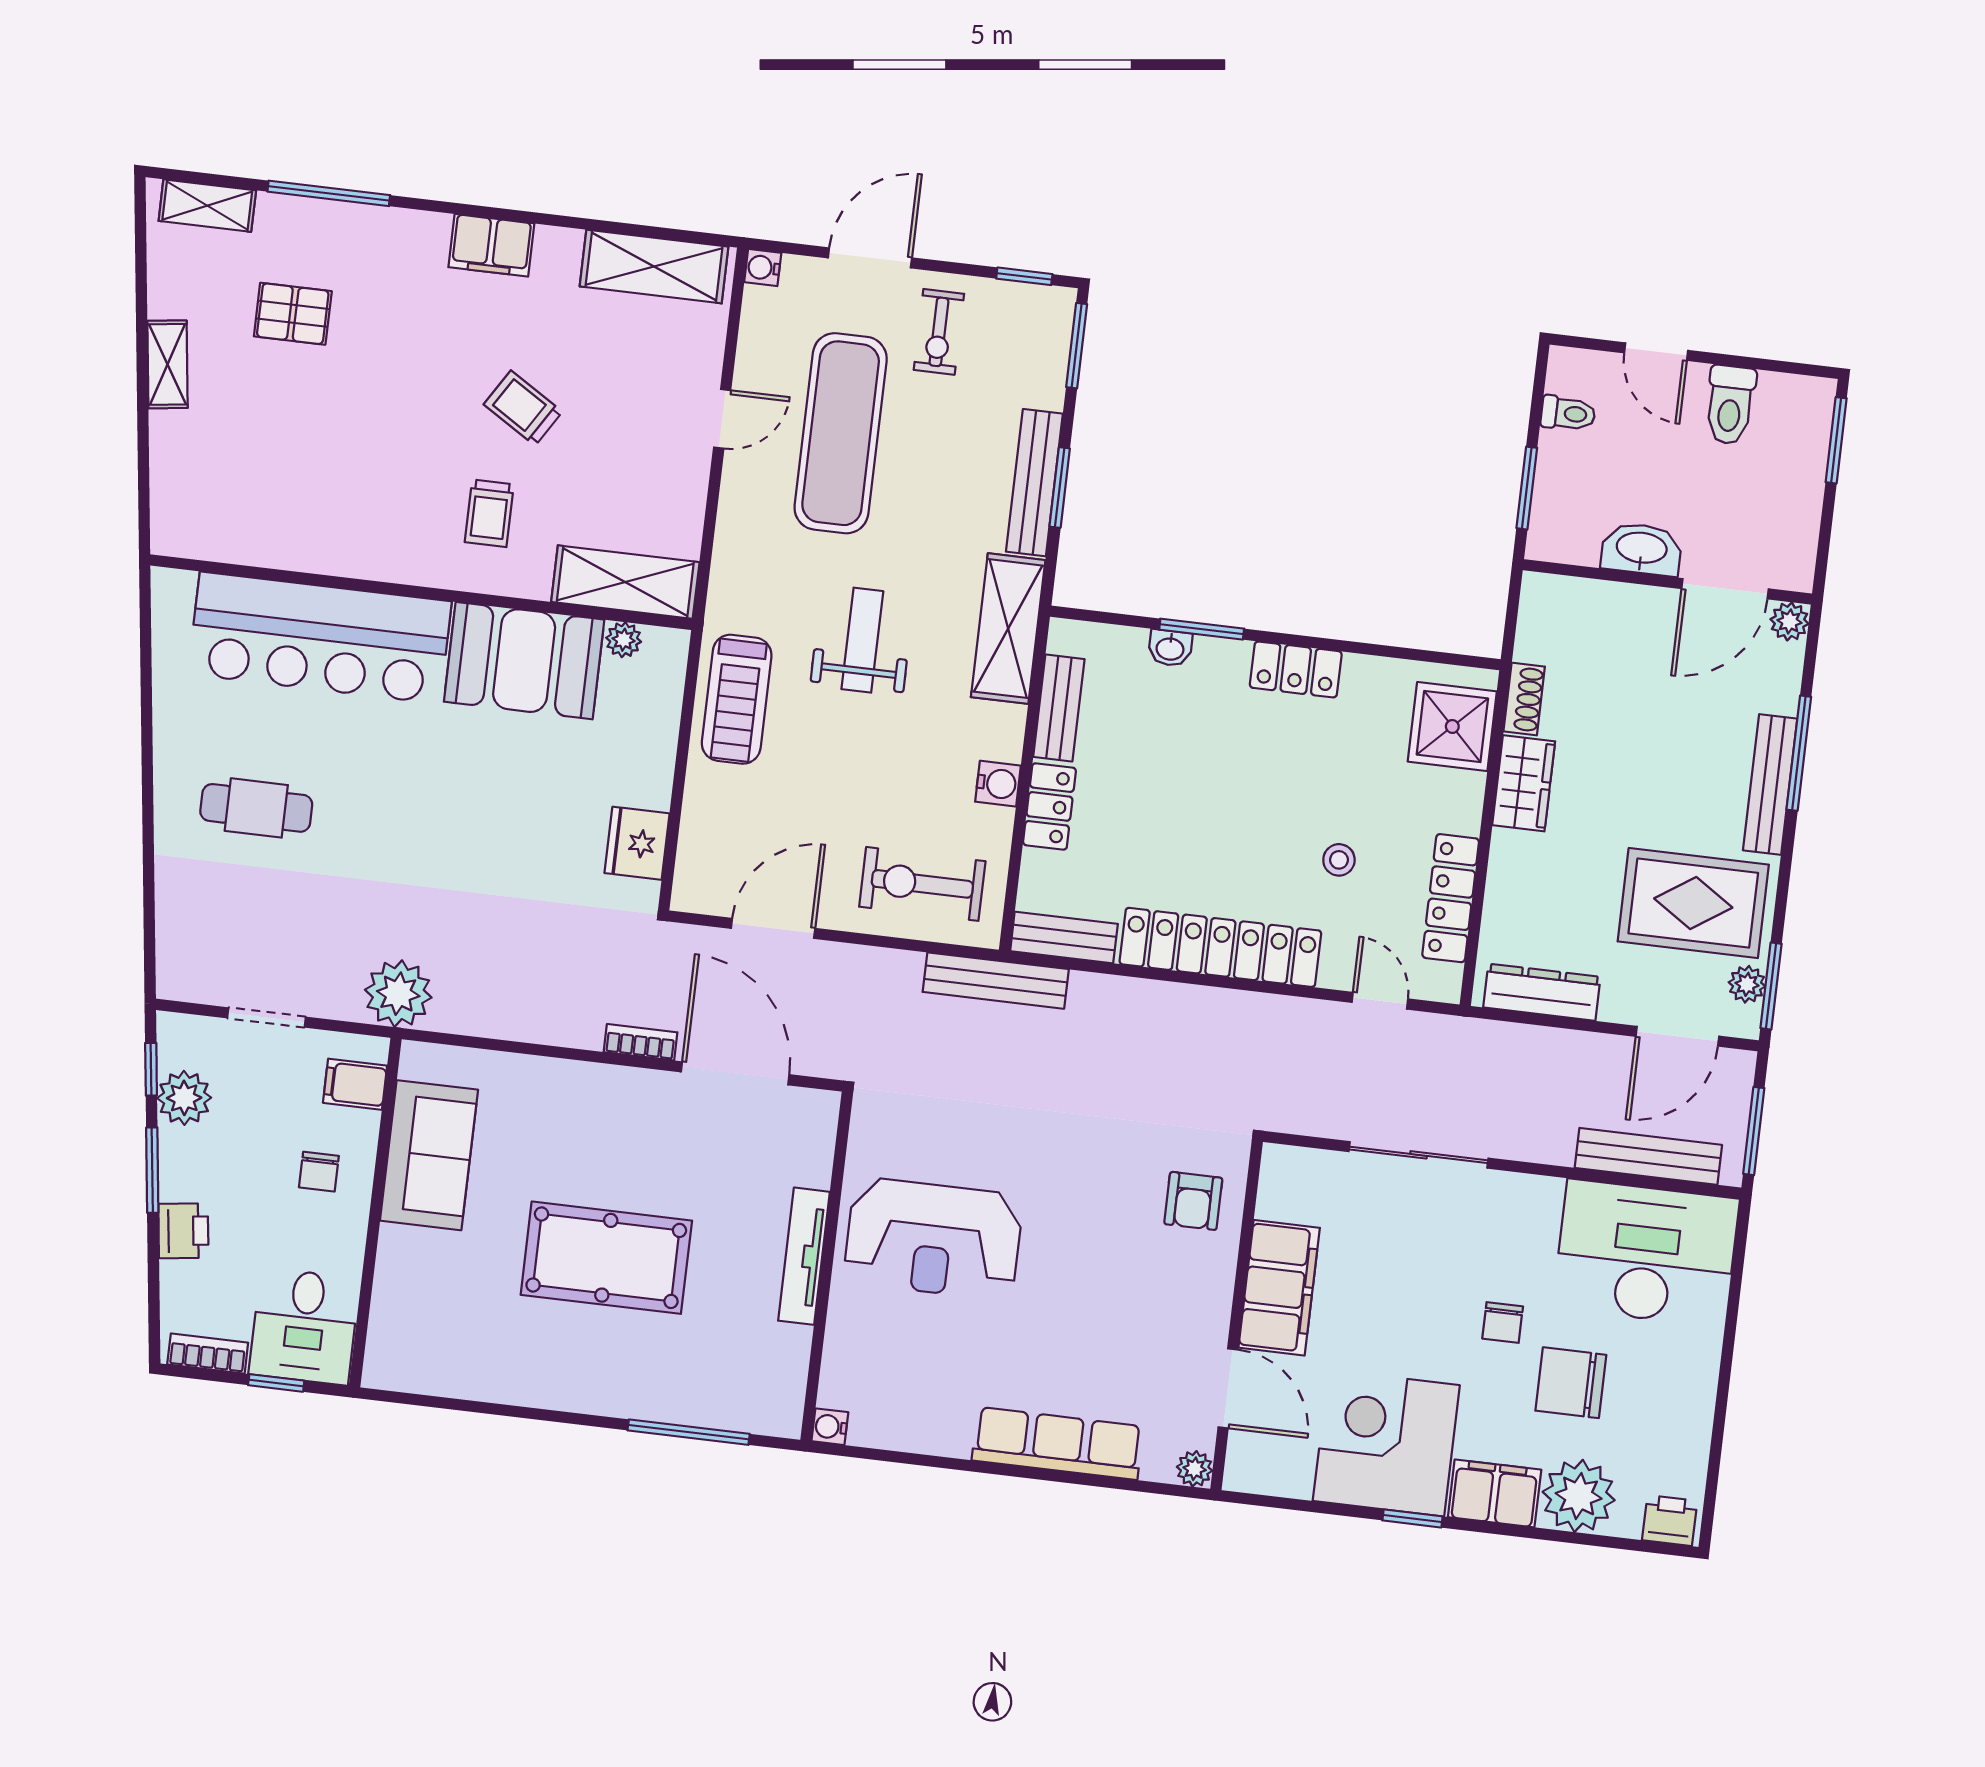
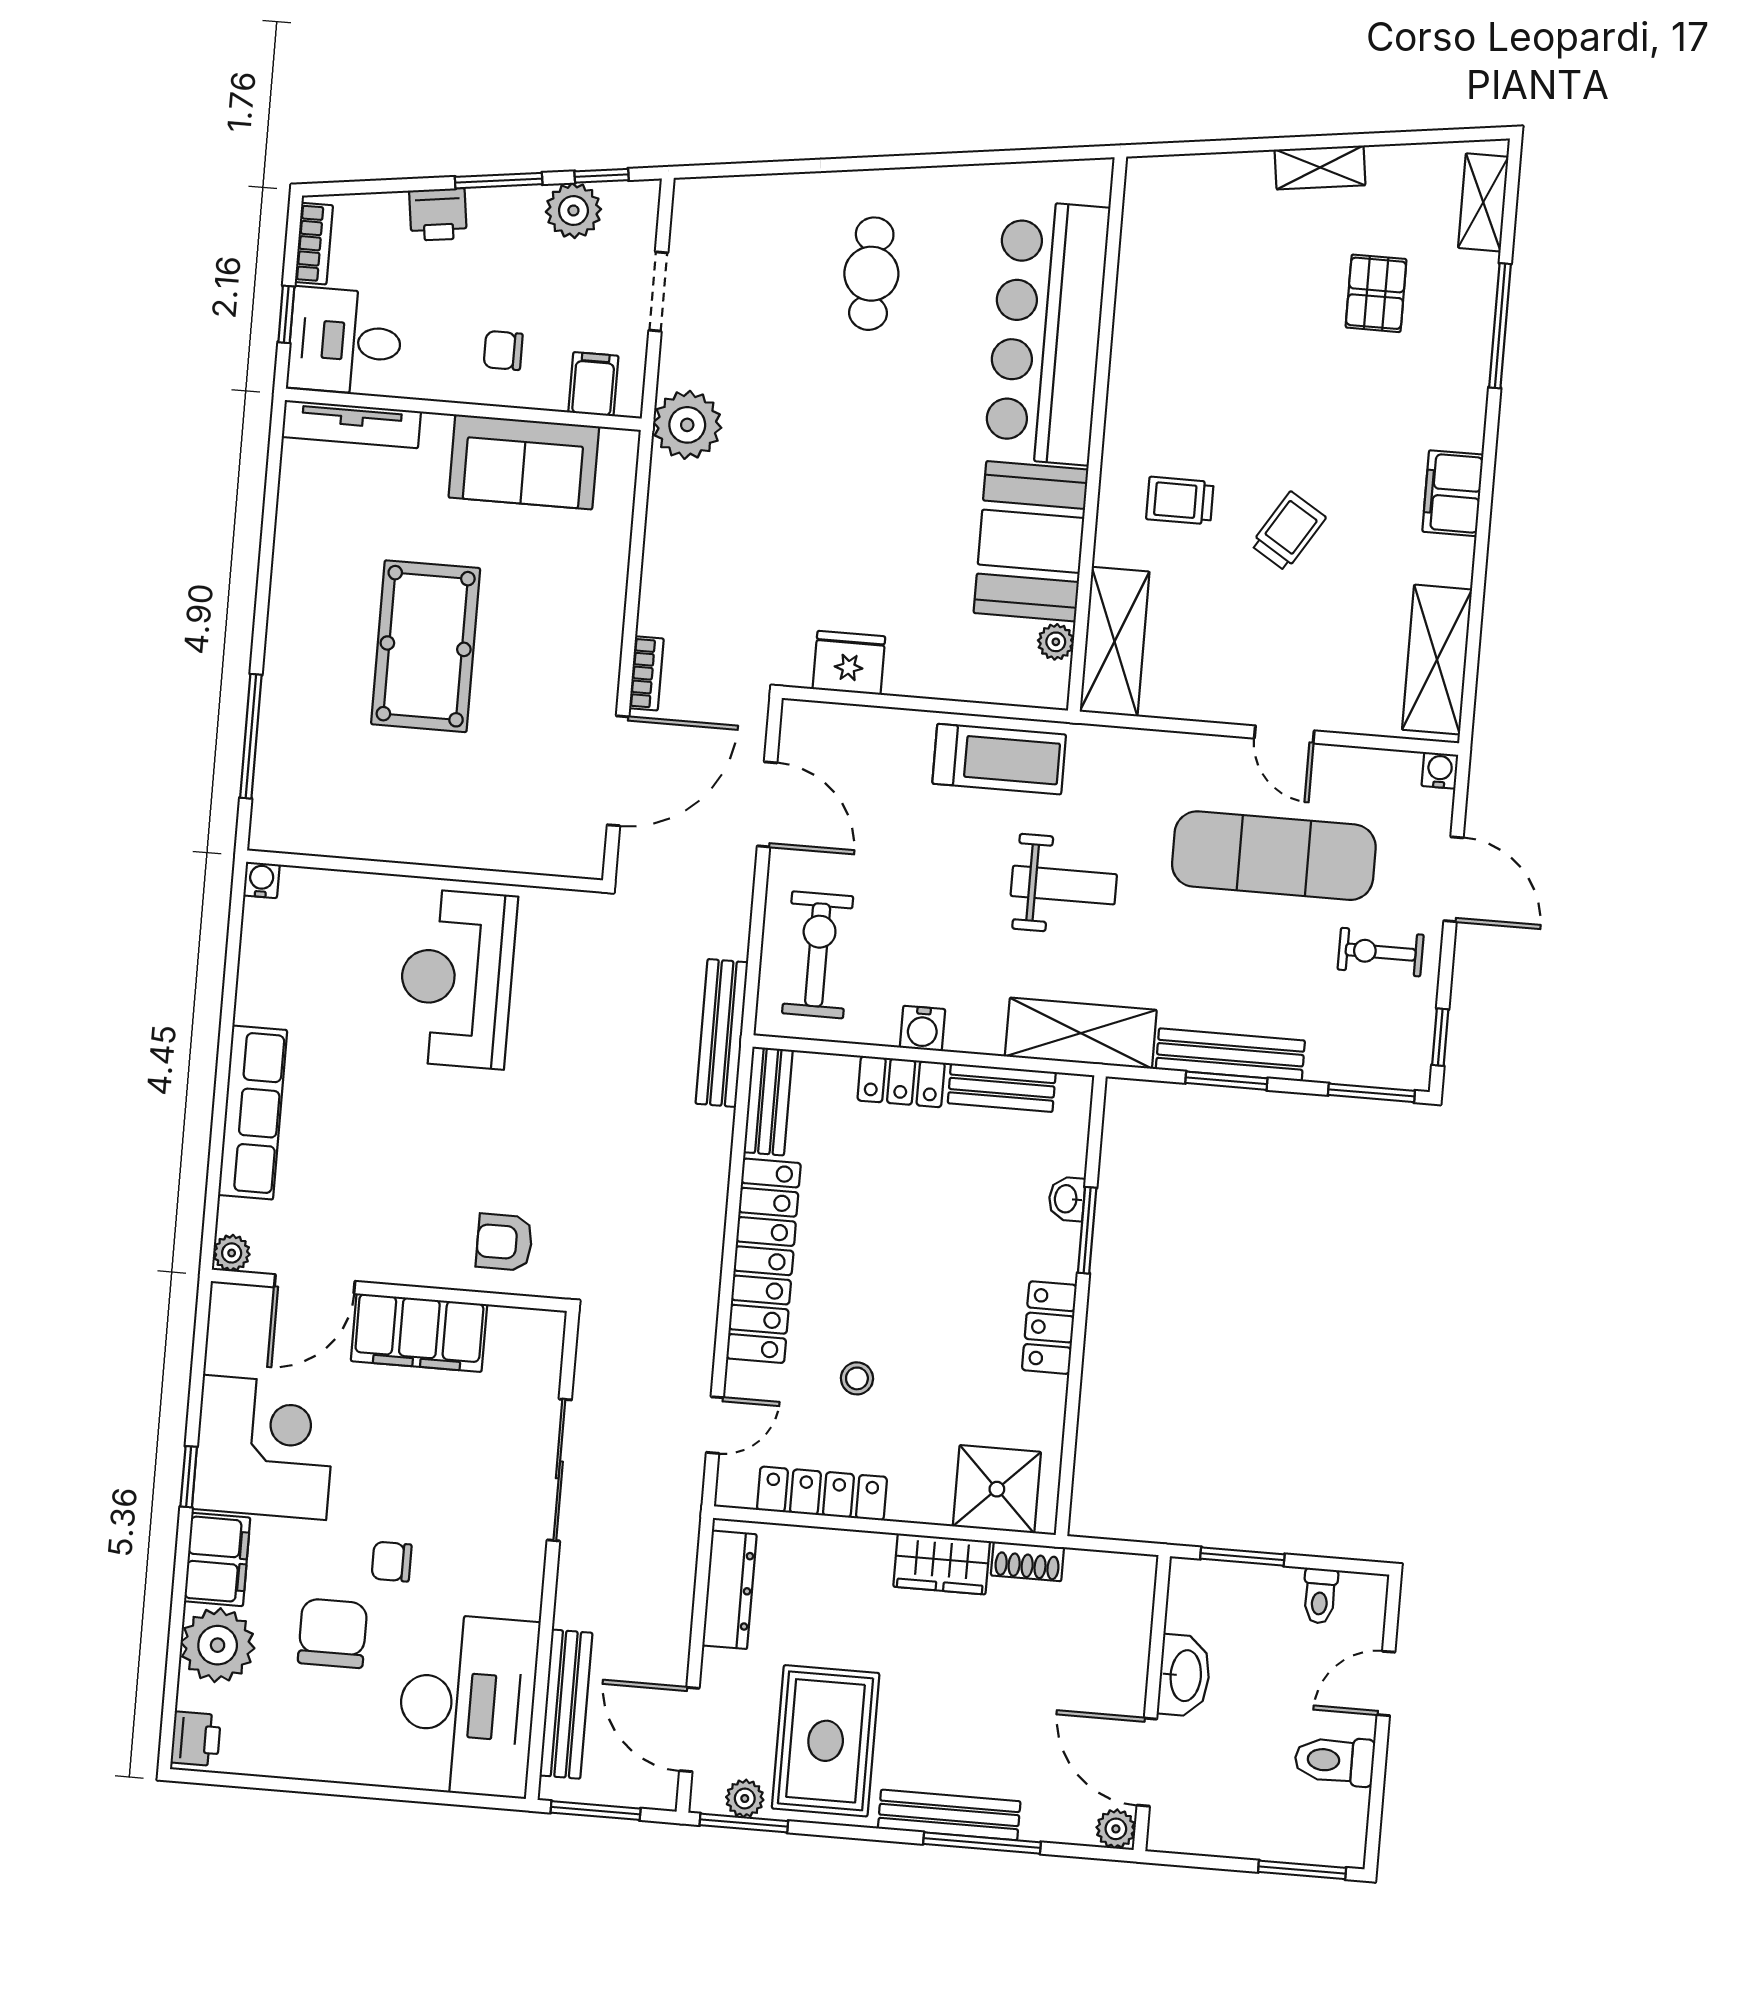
treadmill: (737, 699) -> (999, 759), turned 180
tv unit: (804, 1256) -> (351, 424), moved, turned 180

